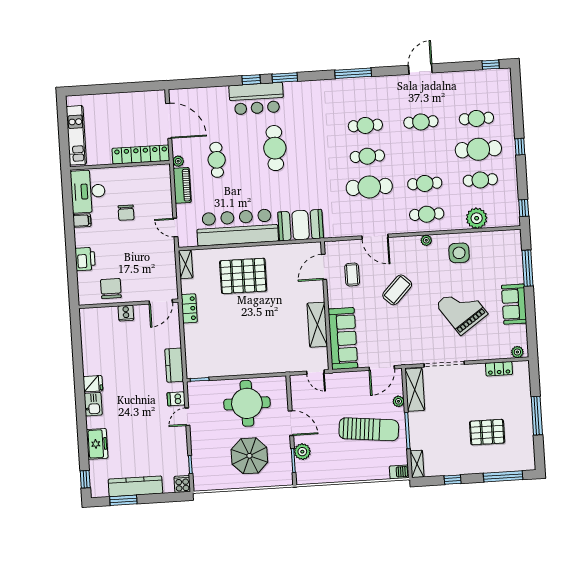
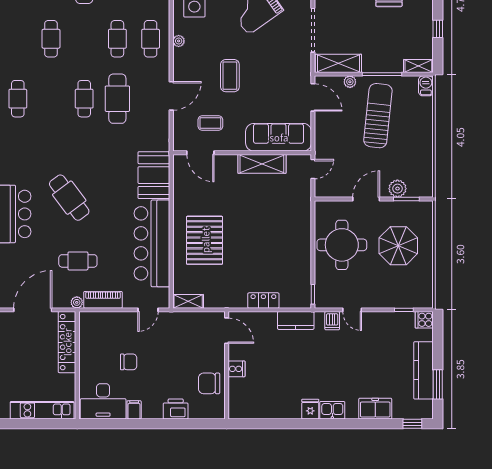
cafe table: (365, 125) -> (18, 99), moved
cafe table: (275, 148) -> (69, 198), turned 53
coffee table: (397, 290) -> (230, 76), turned 46
locker: (189, 308) -> (263, 301), moved

